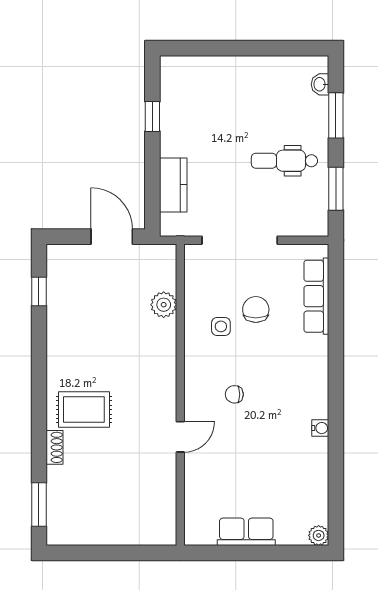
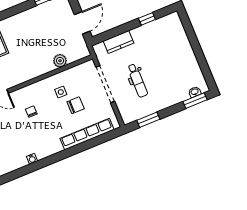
window: (336, 115) -> (195, 101), moved
dental chair: (284, 161) -> (137, 81), moved, turned 180
row of seats: (316, 296) -> (87, 134), width x1.36

